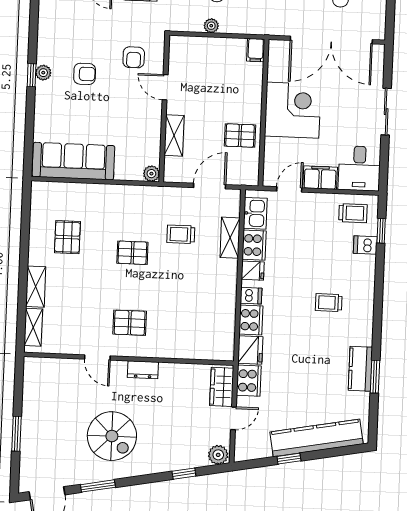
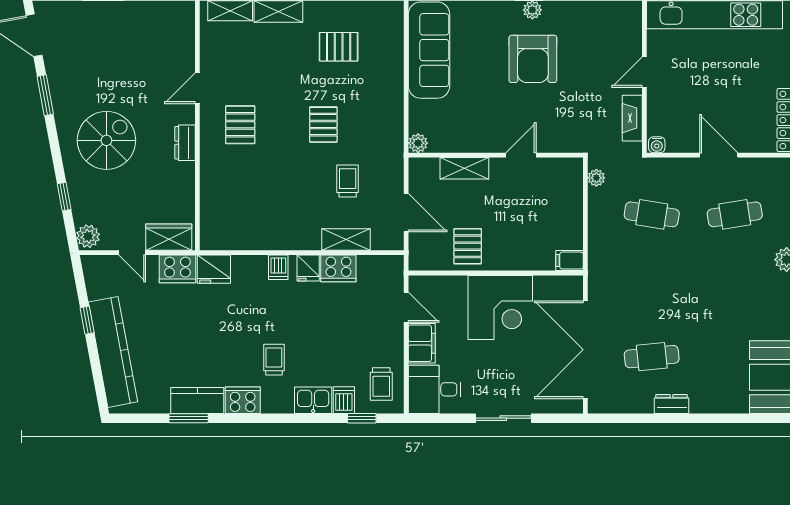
plant: (211, 26) -> (596, 178), moved
armchair: (134, 57) -> (555, 116), removed
armchair: (85, 74) -> (533, 59), width x1.88, depth x1.88
kitchen sink: (255, 213) -> (313, 400), moved, turned 180
cooker: (251, 320) -> (243, 400), moved, turned 180
spiral stairs: (112, 436) -> (106, 140), moved, turned 180

